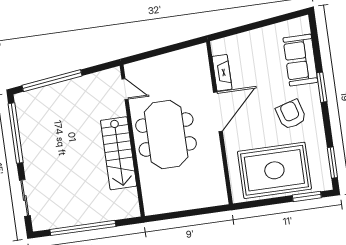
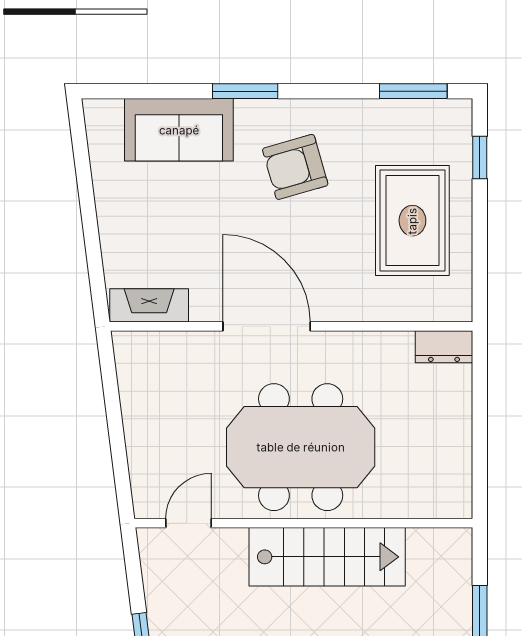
fireplace: (222, 73) -> (149, 305), moved
rug: (274, 170) -> (412, 221), width x0.73, depth x0.69
dresser: (220, 192) -> (444, 347), added
window: (307, 196) -> (480, 158), width x0.67

